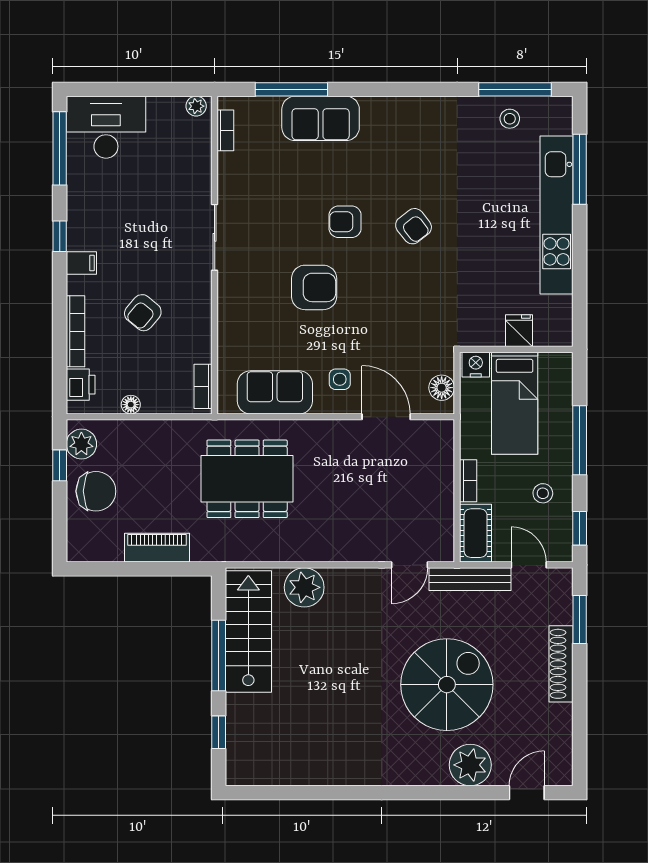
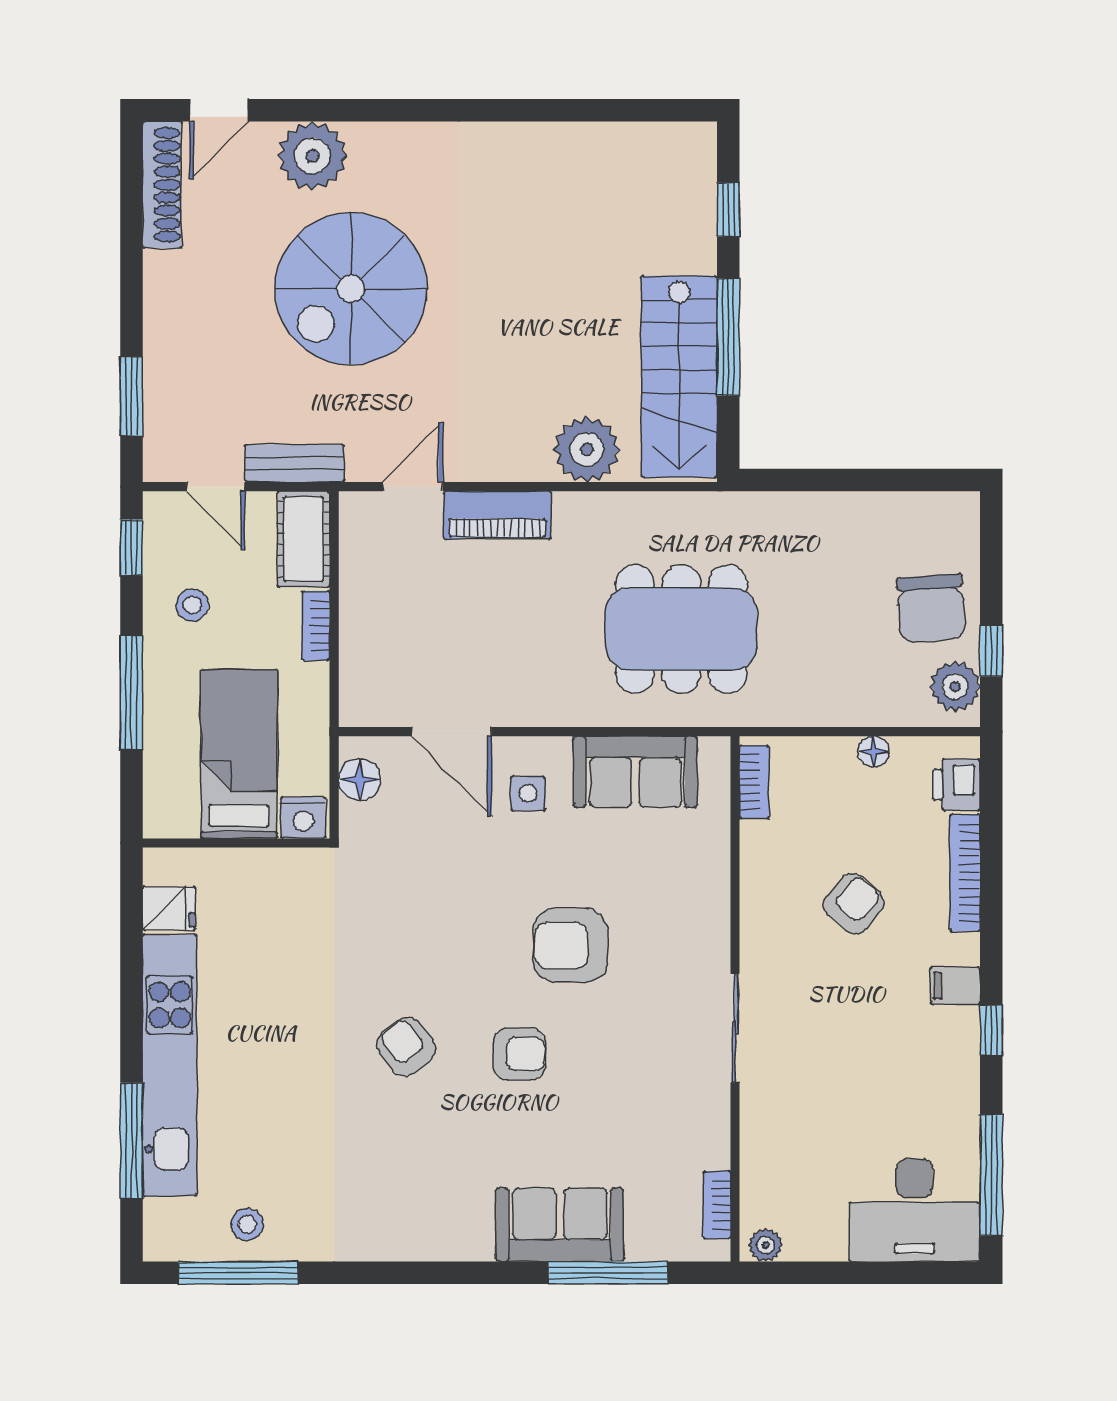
fridge: (519, 331) -> (169, 908), moved, turned -90
chair: (96, 491) -> (931, 608), turned -94
piano: (157, 548) -> (498, 515), moved
bench: (470, 579) -> (295, 463), width x0.73
shoe rack: (561, 664) -> (162, 185), moved

